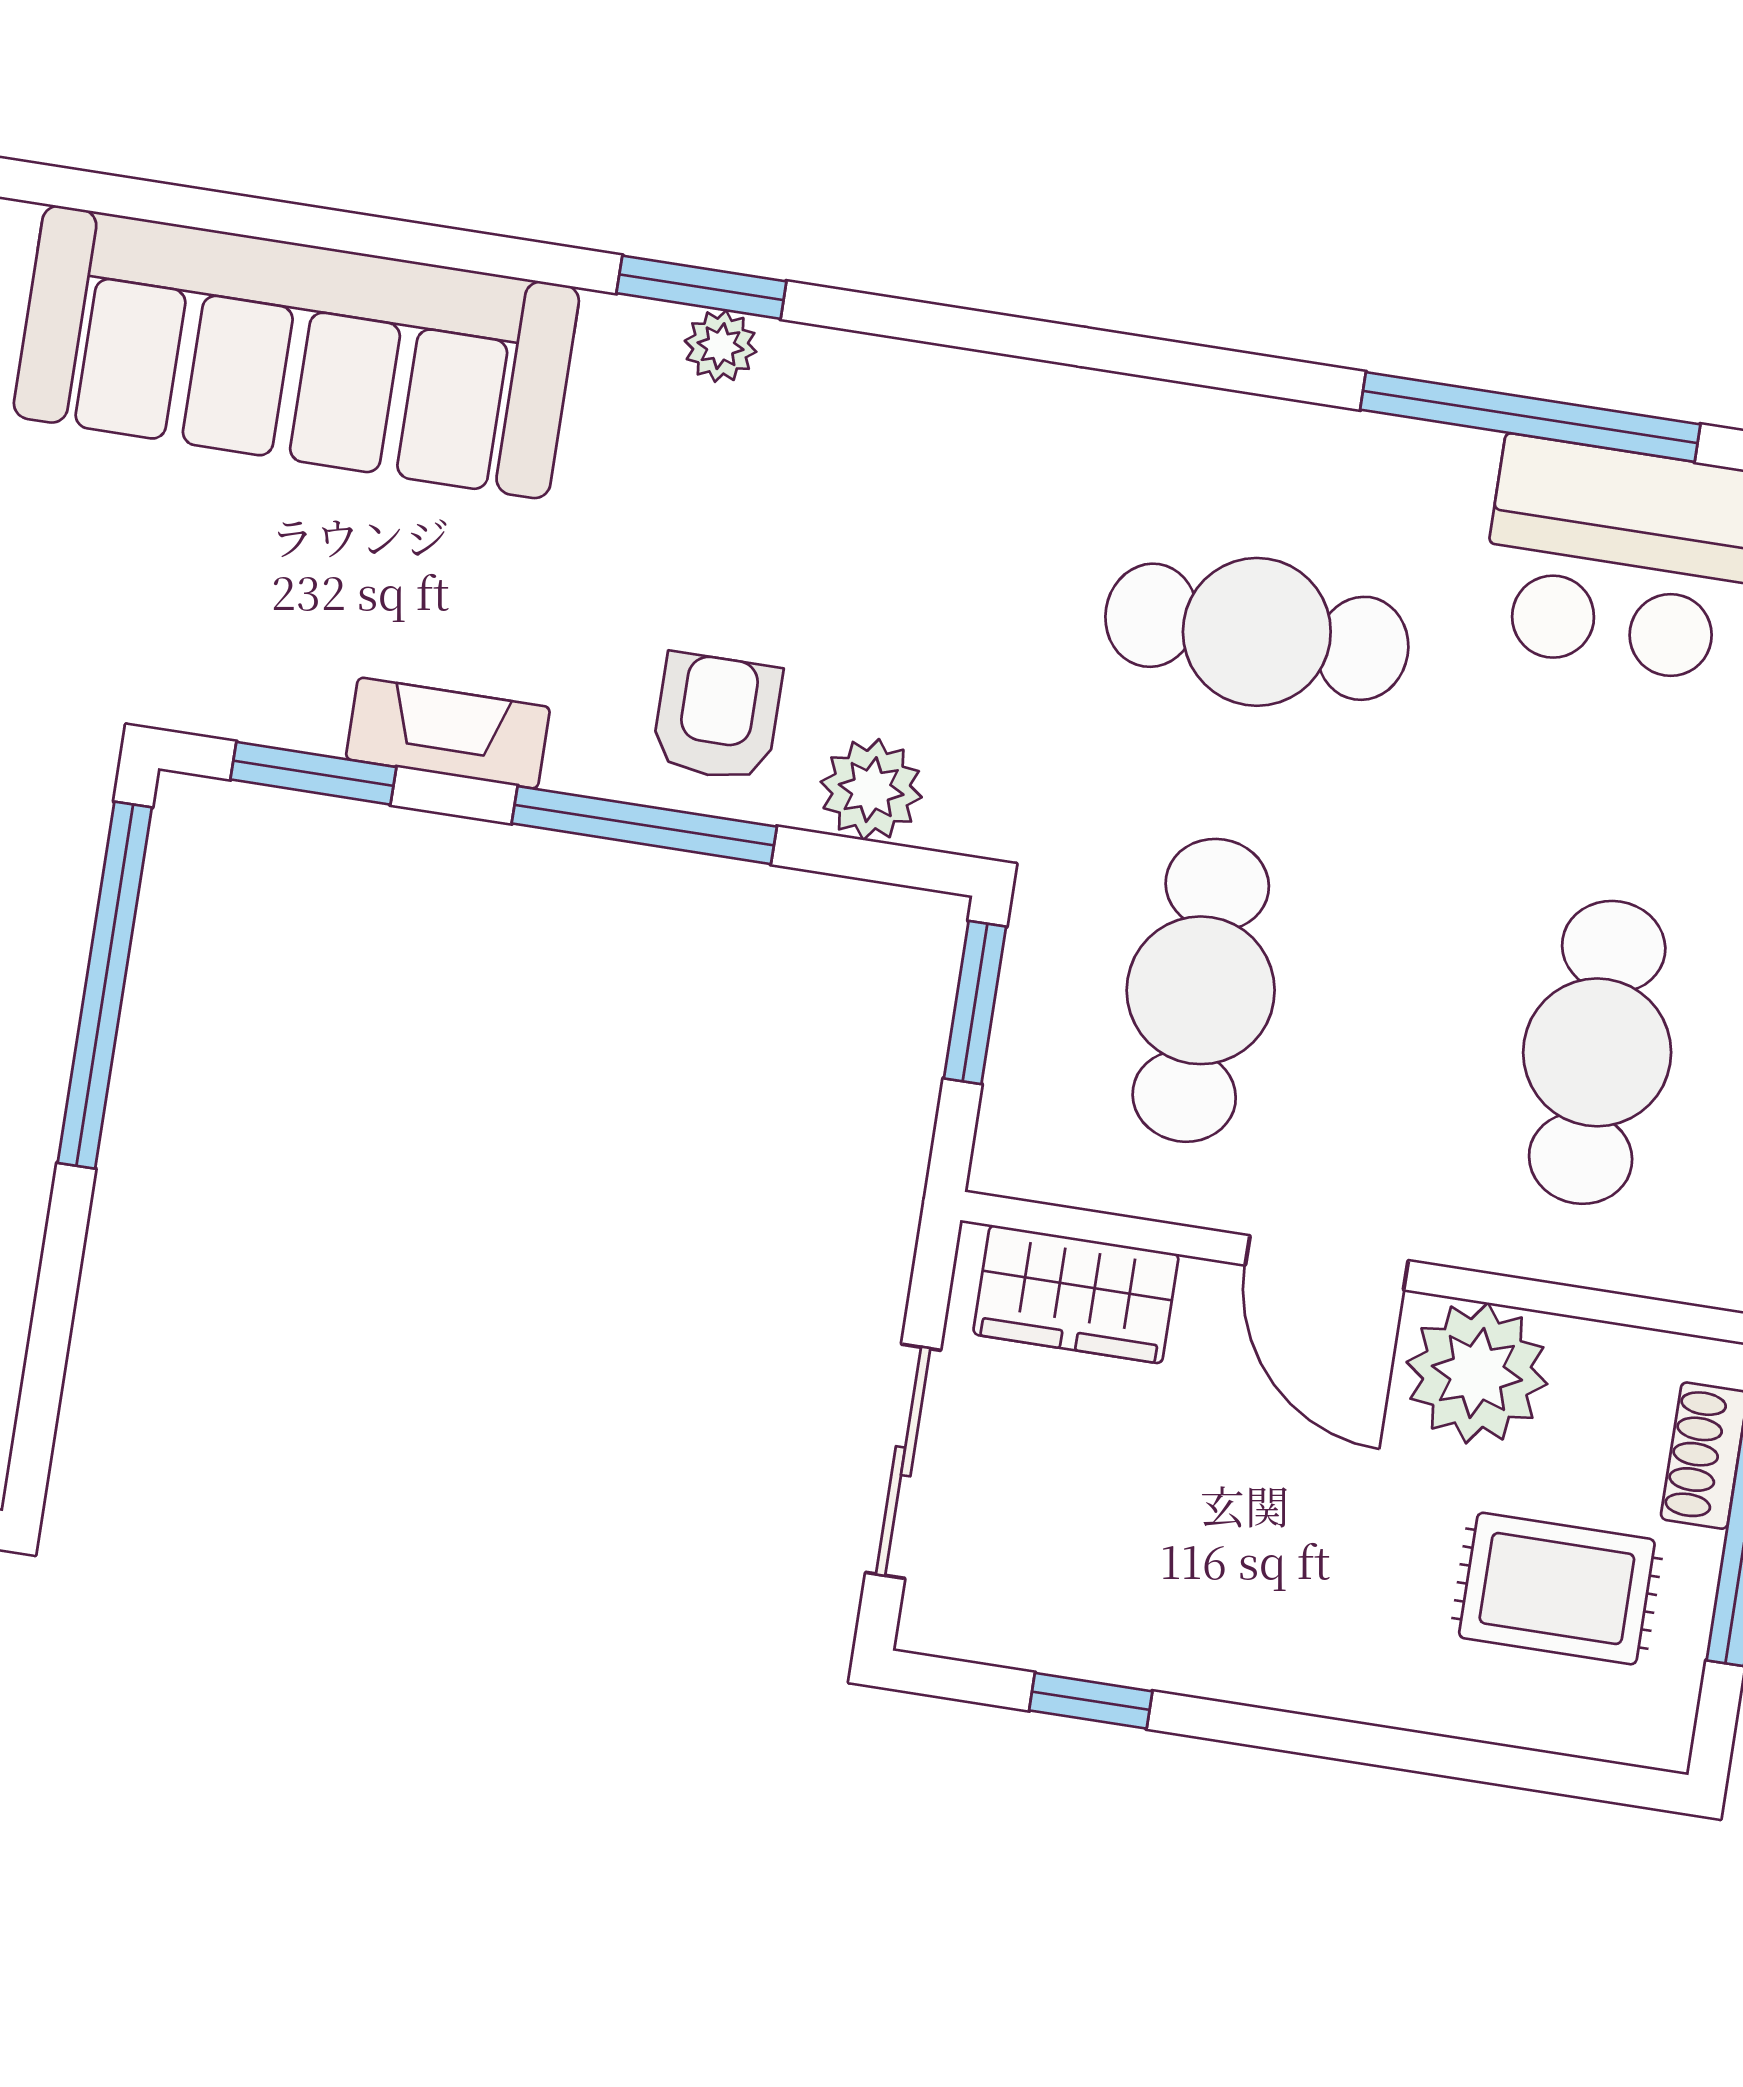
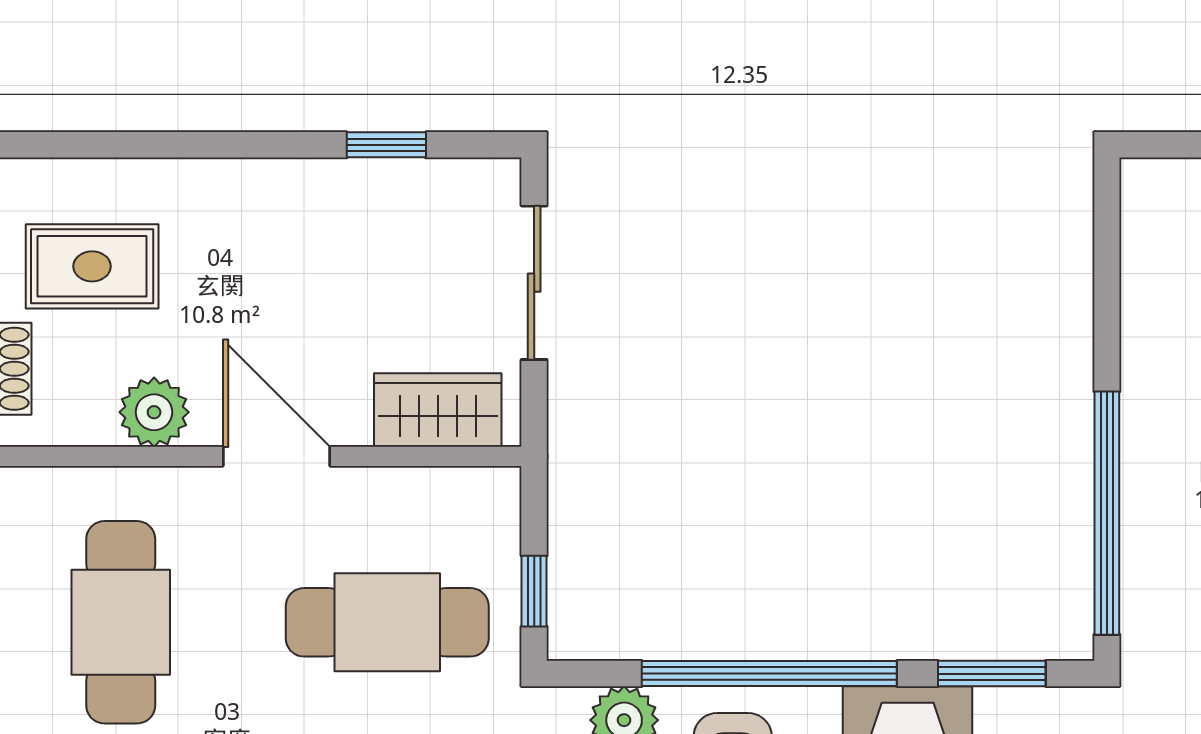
window: (644, 825) -> (769, 674), width x1.46
cafe table: (1201, 990) -> (387, 622), turned 90
window: (975, 1002) -> (534, 591), width x0.67
plant: (1477, 1373) -> (154, 412), width x0.73, depth x0.73

